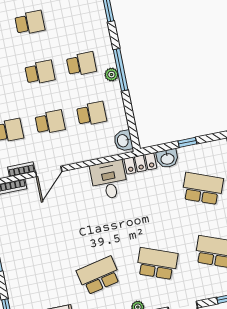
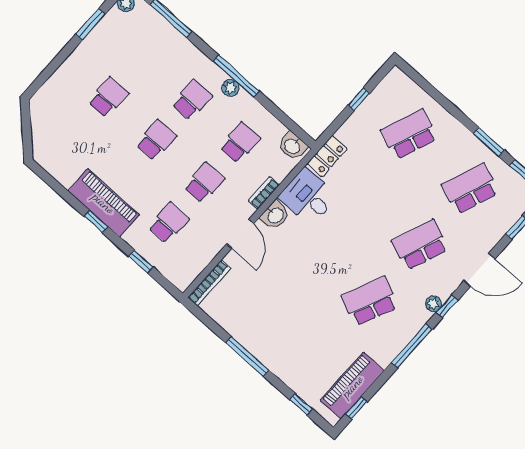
washbasin: (167, 158) -> (275, 215), moved
bookcase: (21, 169) -> (264, 193), moved
school desk: (99, 275) -> (370, 301), turned 36

